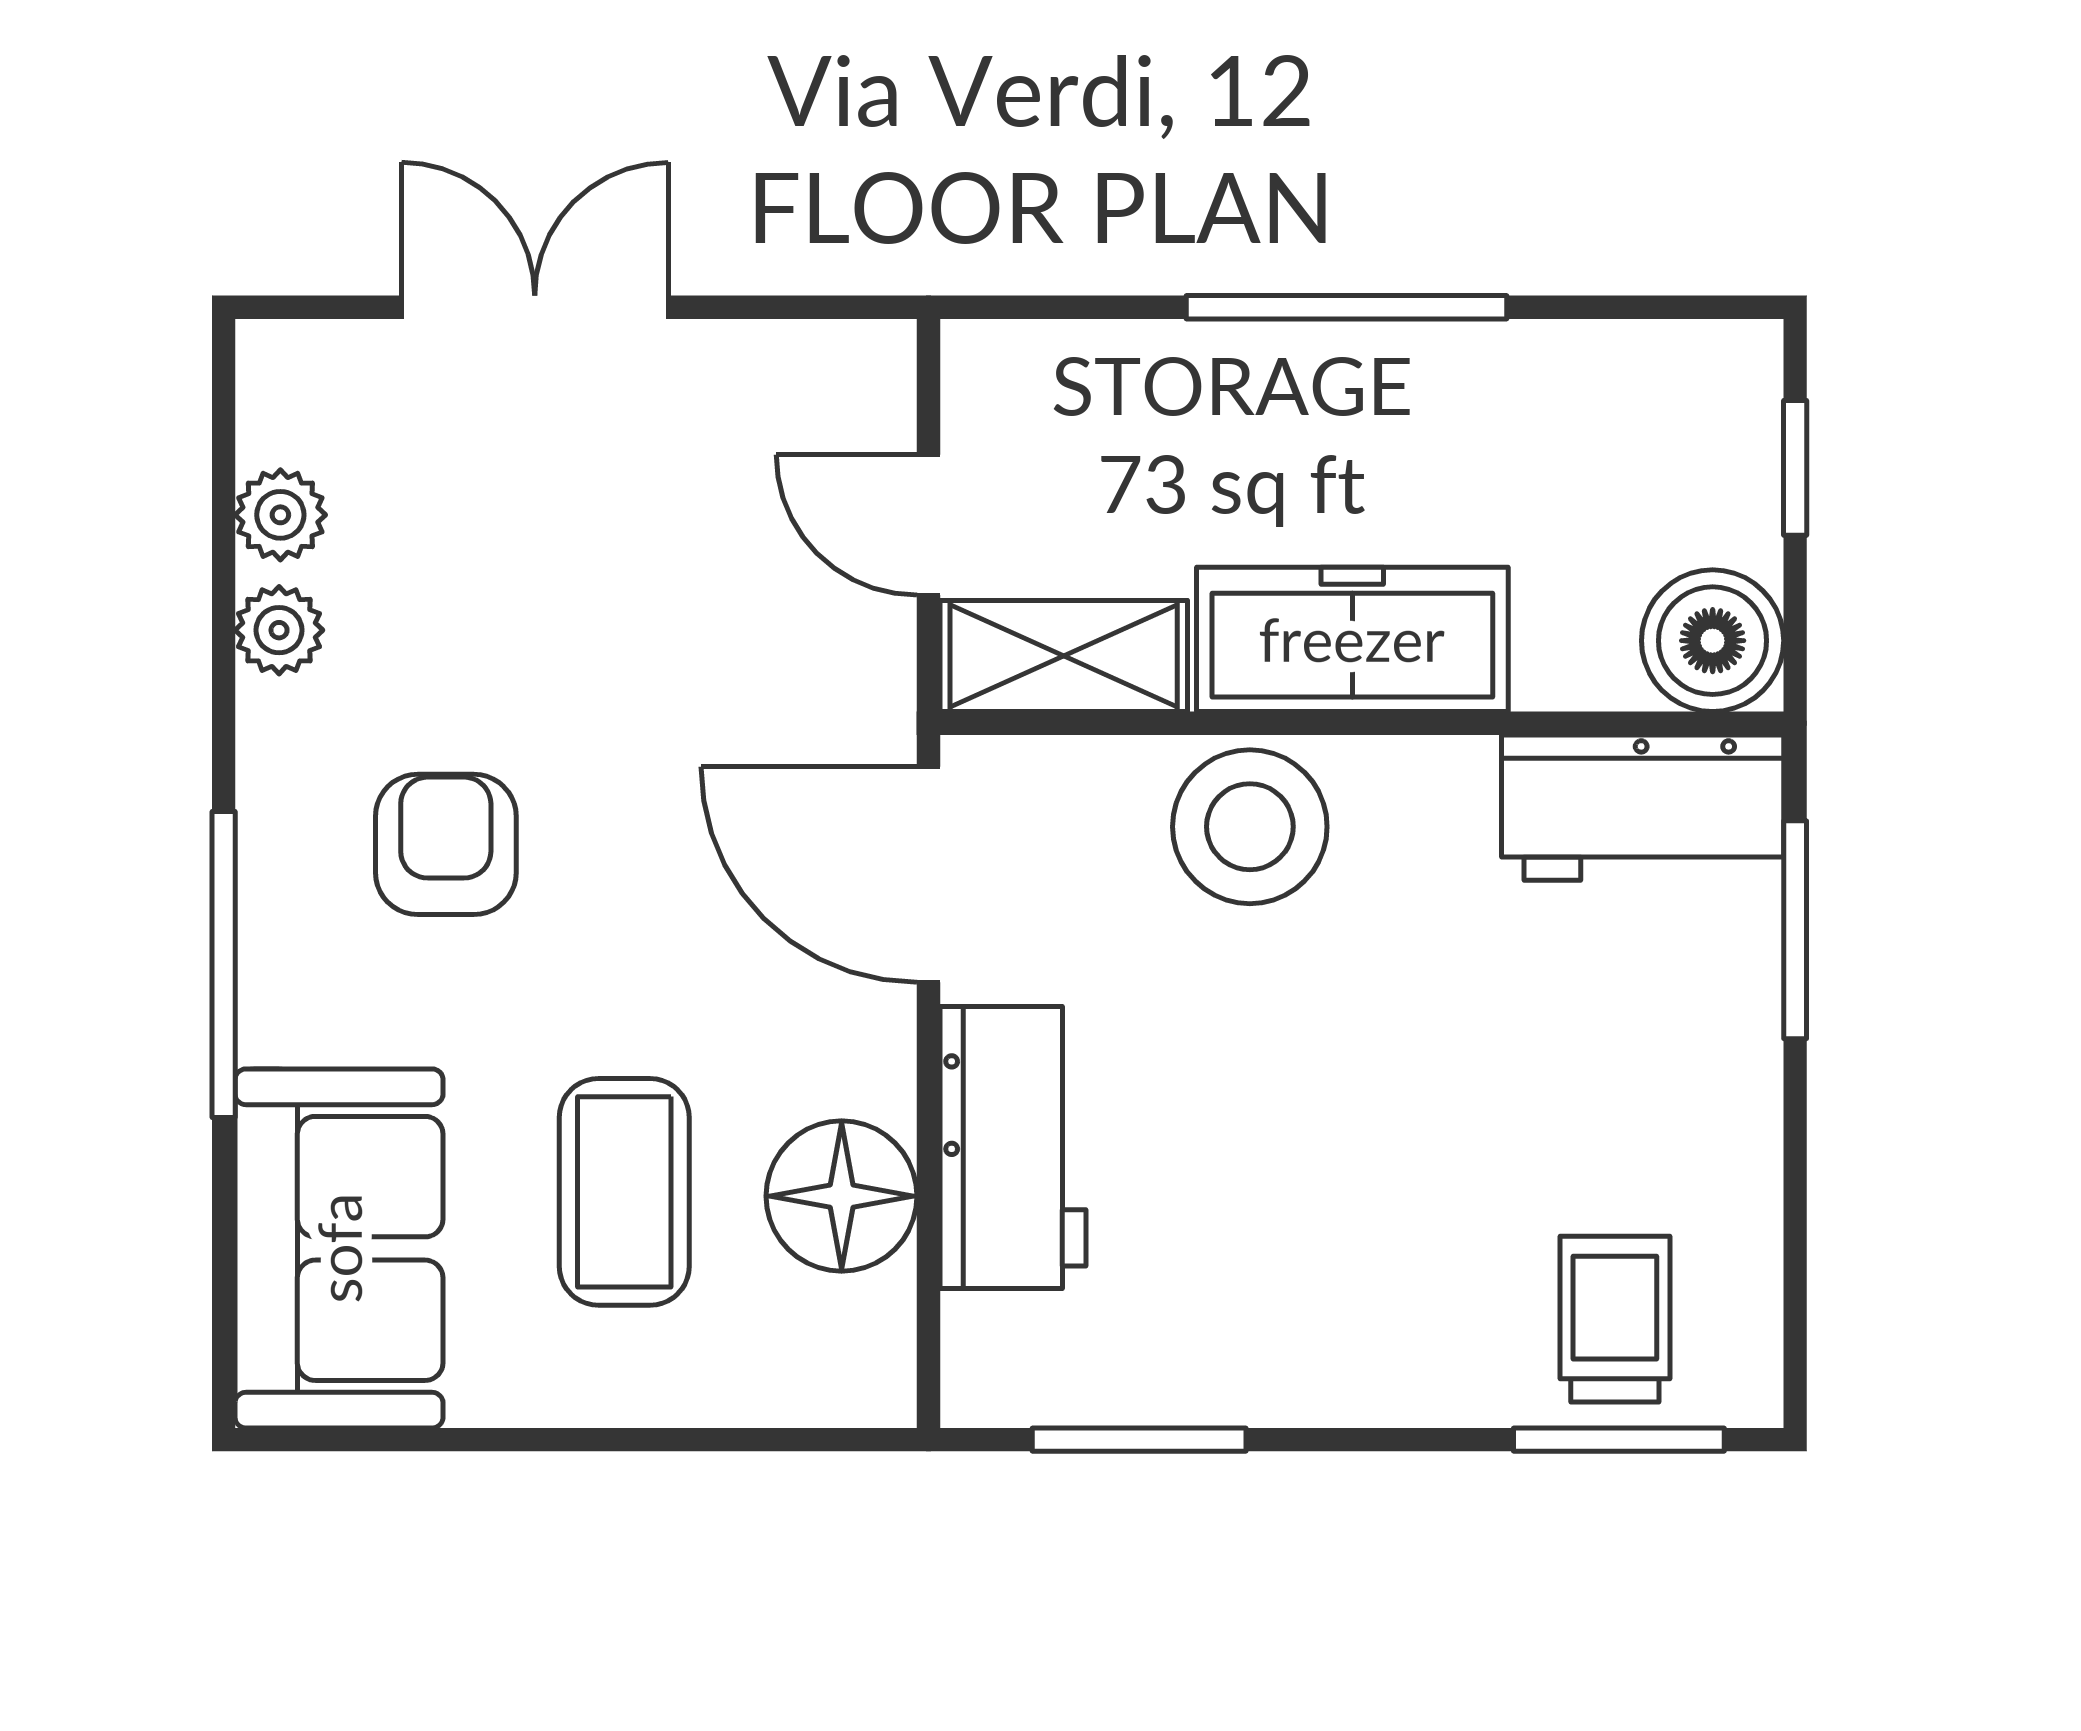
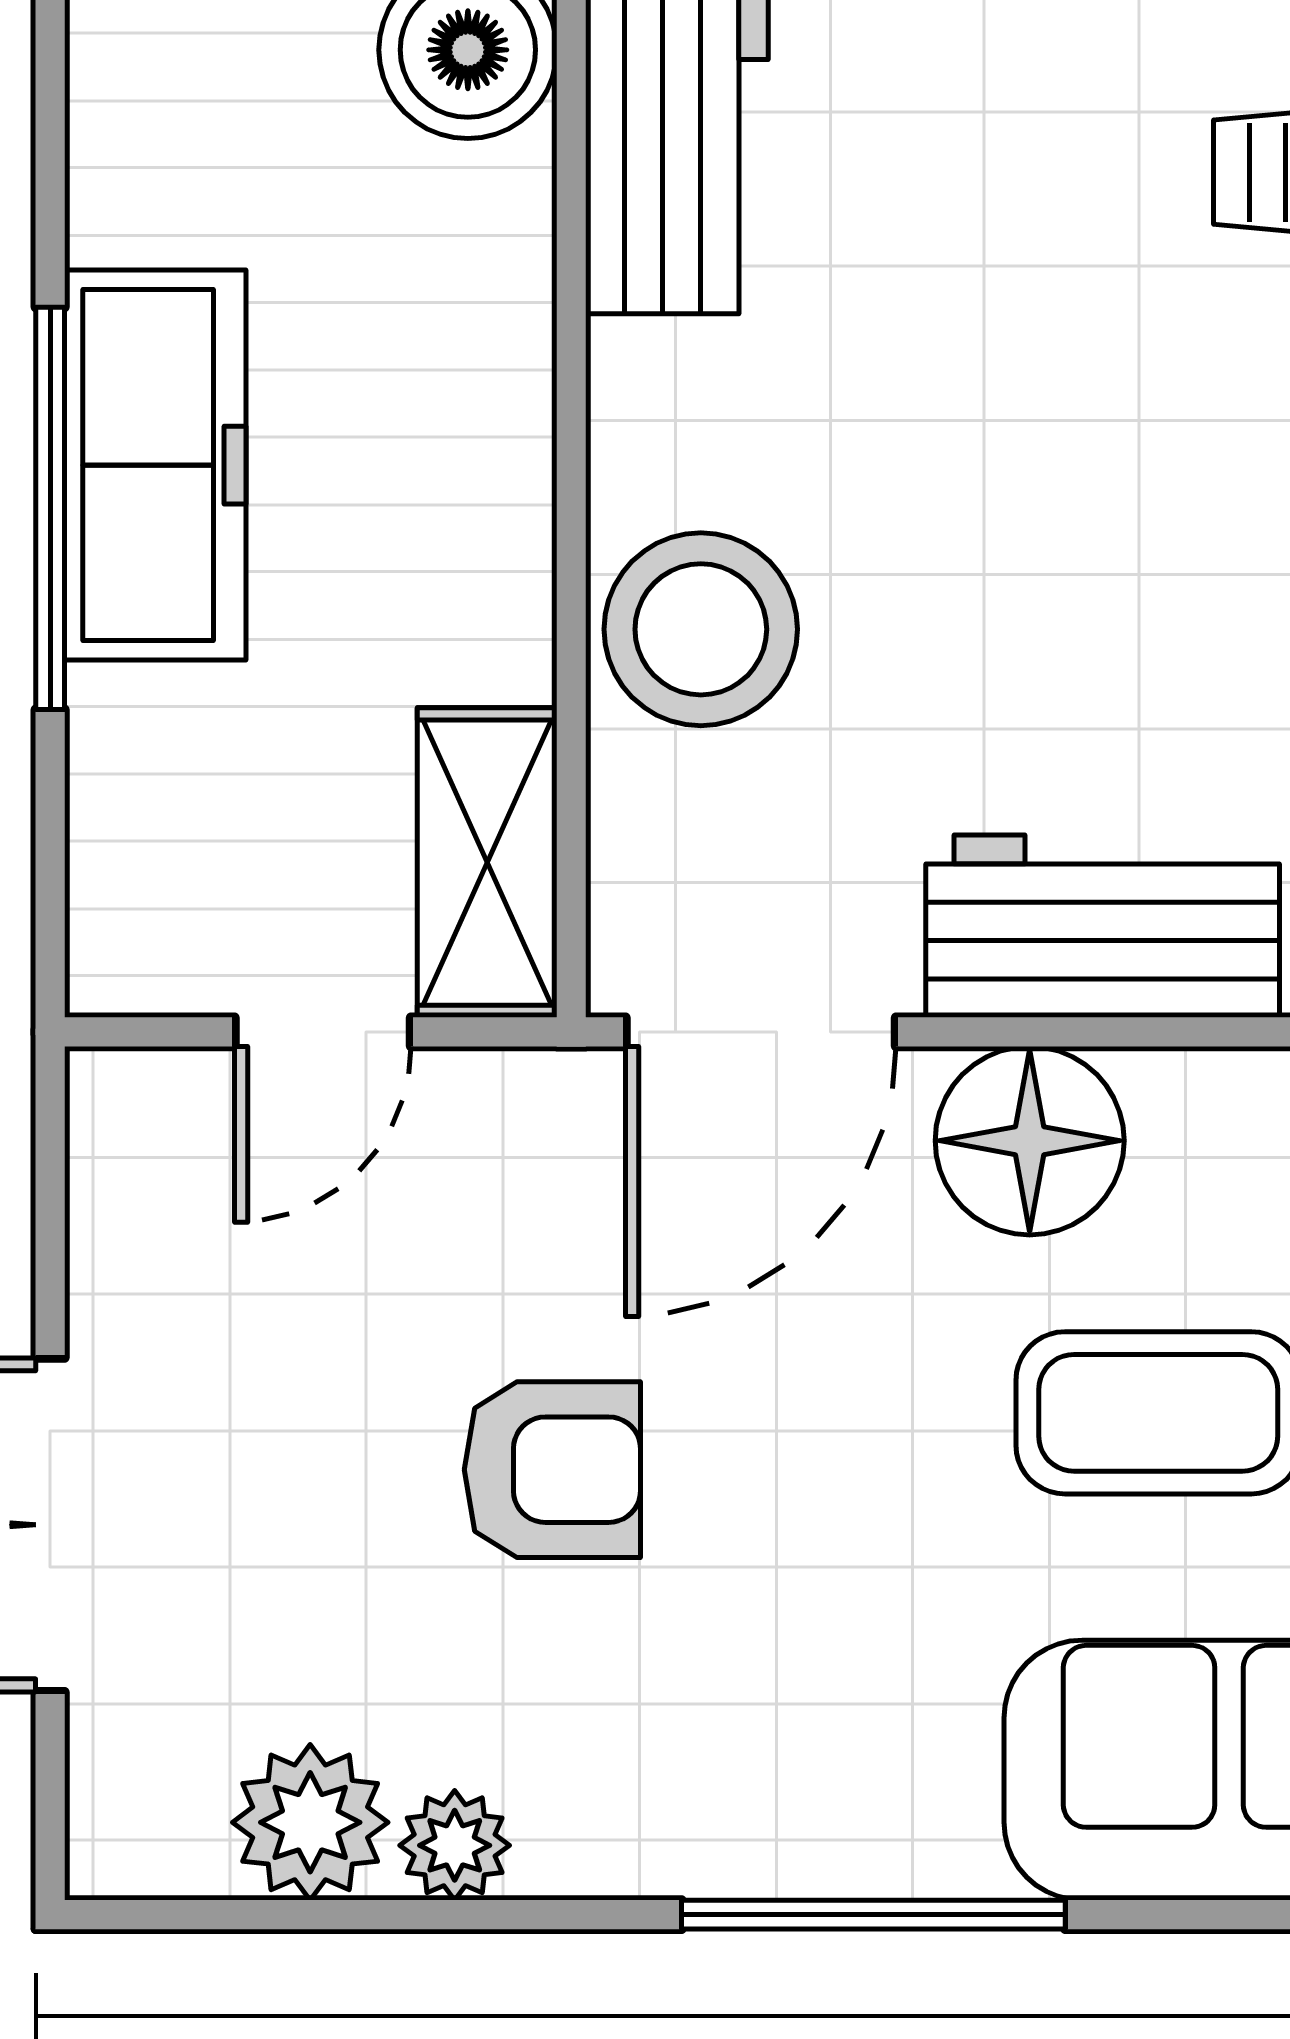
plant: (280, 515) -> (310, 1822), width x1.38, depth x1.38
freezer: (1352, 639) -> (155, 465), moved, turned 180
armchair: (446, 844) -> (552, 1470), moved, turned 180
floor lamp: (842, 1196) -> (1030, 1141), moved

